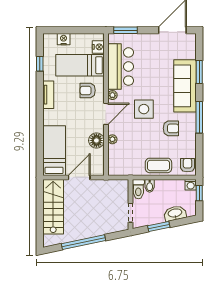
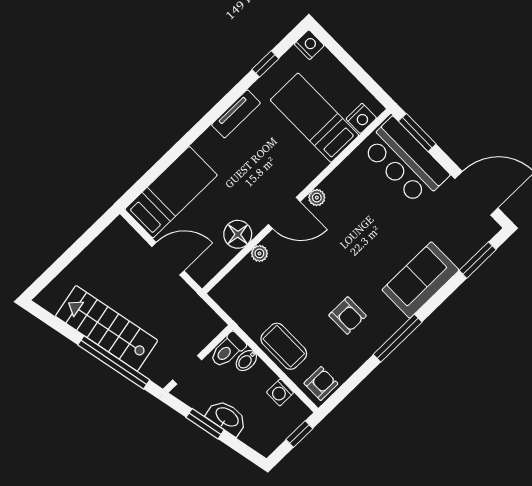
nightstand: (64, 39) -> (309, 45), moved
bar counter: (121, 67) -> (405, 161), moved, turned 90
window: (199, 72) -> (478, 260), moved
sofa: (185, 86) -> (420, 280), width x0.73
armchair: (88, 90) -> (291, 160), removed
side table: (144, 109) -> (338, 256), removed
washing machine: (191, 185) -> (280, 392), moved
stairs: (53, 207) -> (107, 328), moved, turned -102
washbasin: (175, 213) -> (227, 417), moved
window: (83, 242) -> (114, 362), moved

